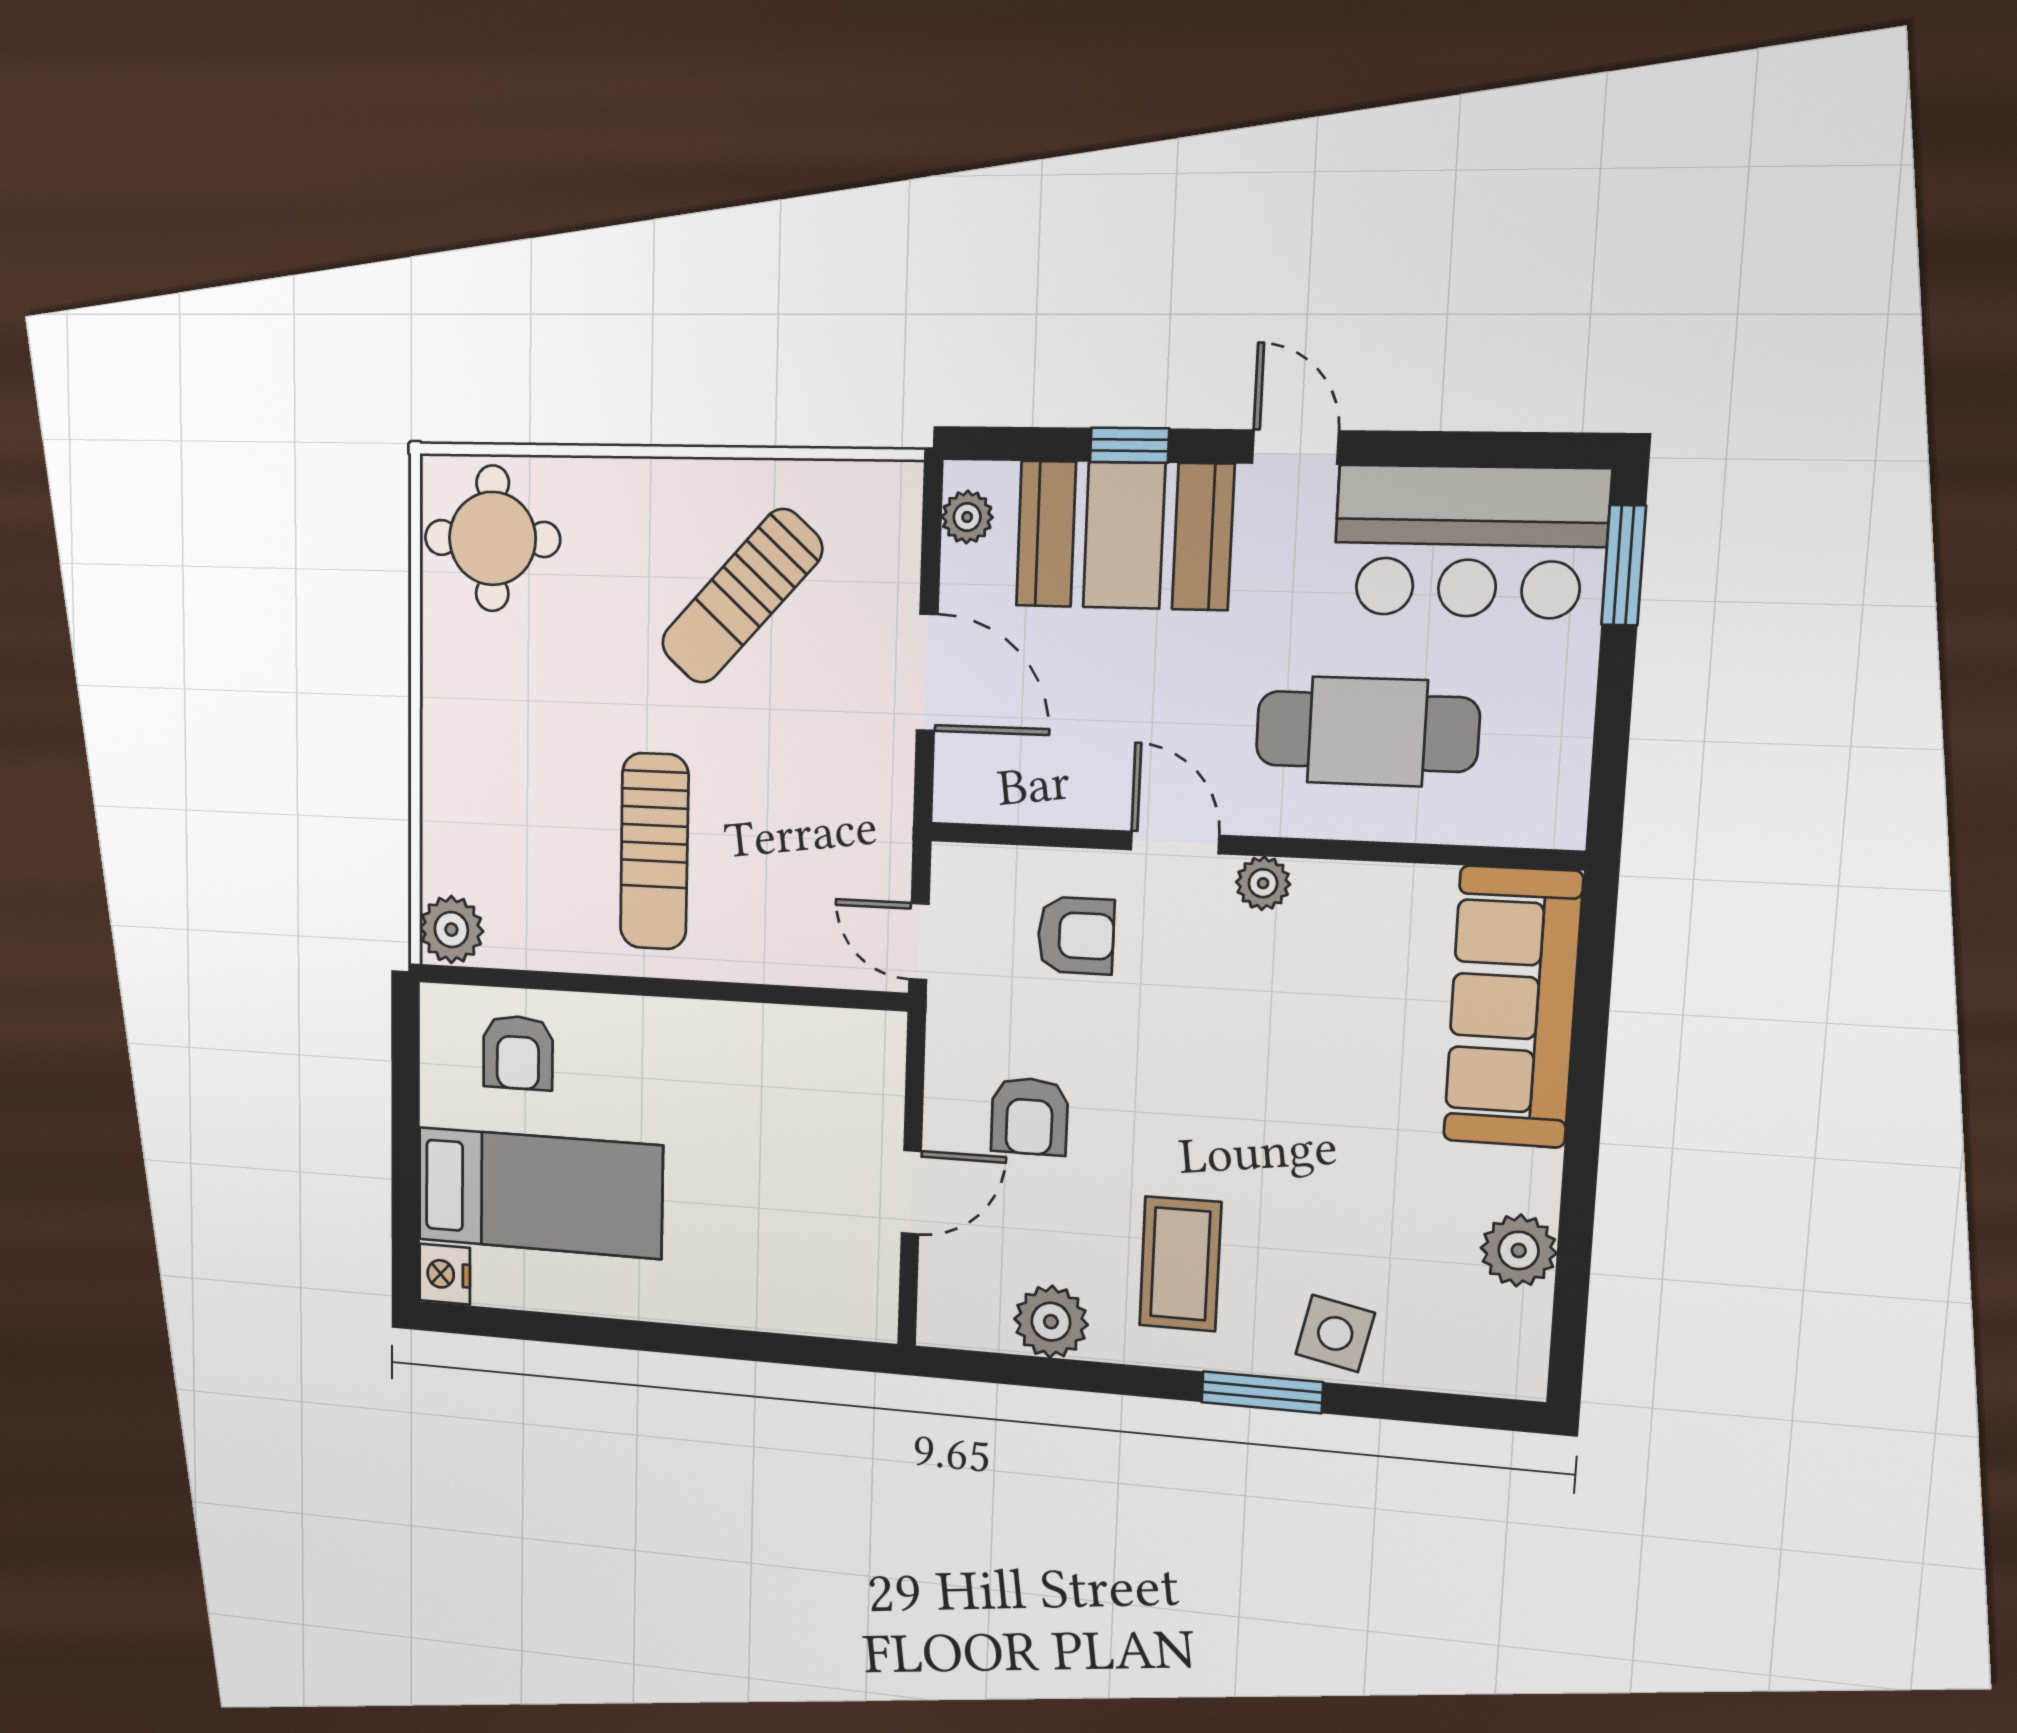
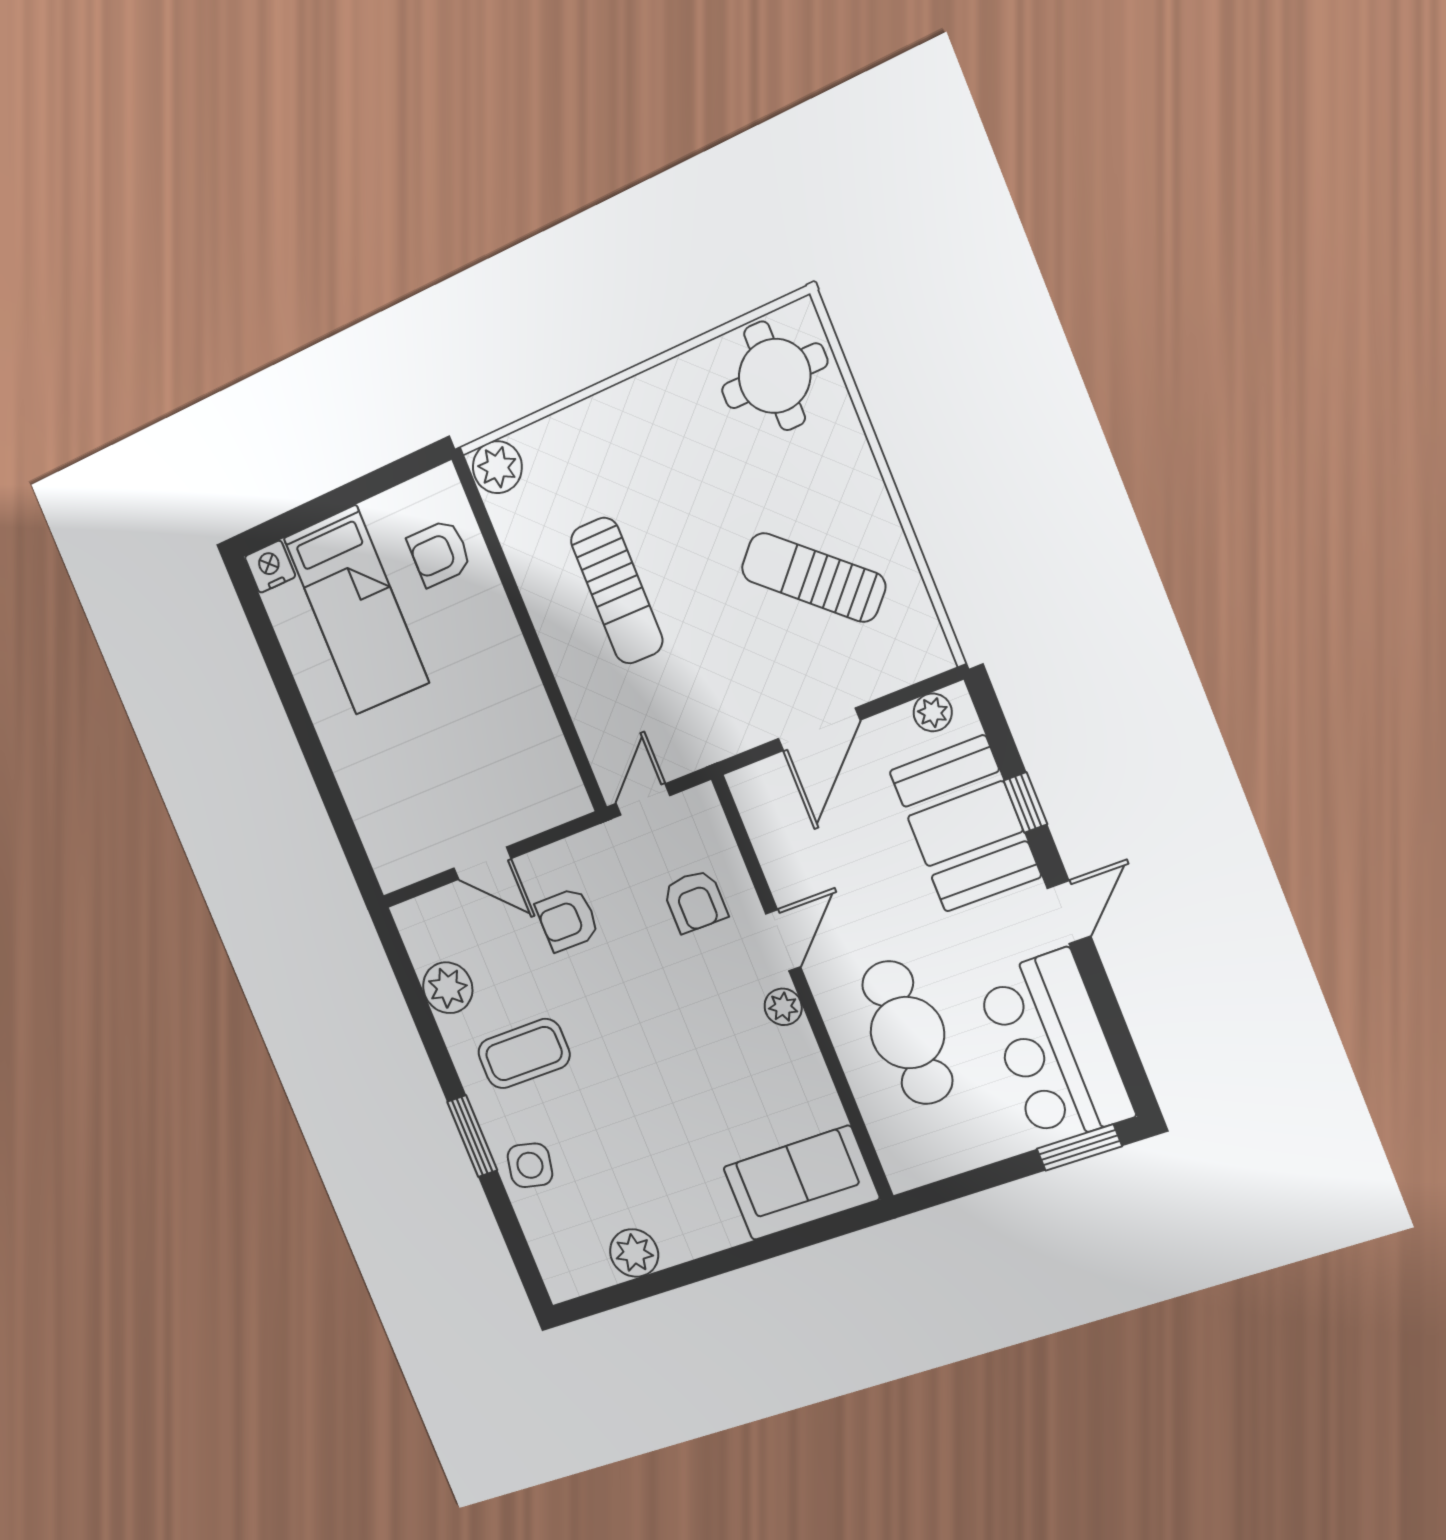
sun lounger: (654, 851) -> (617, 591), turned -90
sofa: (1513, 1007) -> (801, 1183), width x0.73

